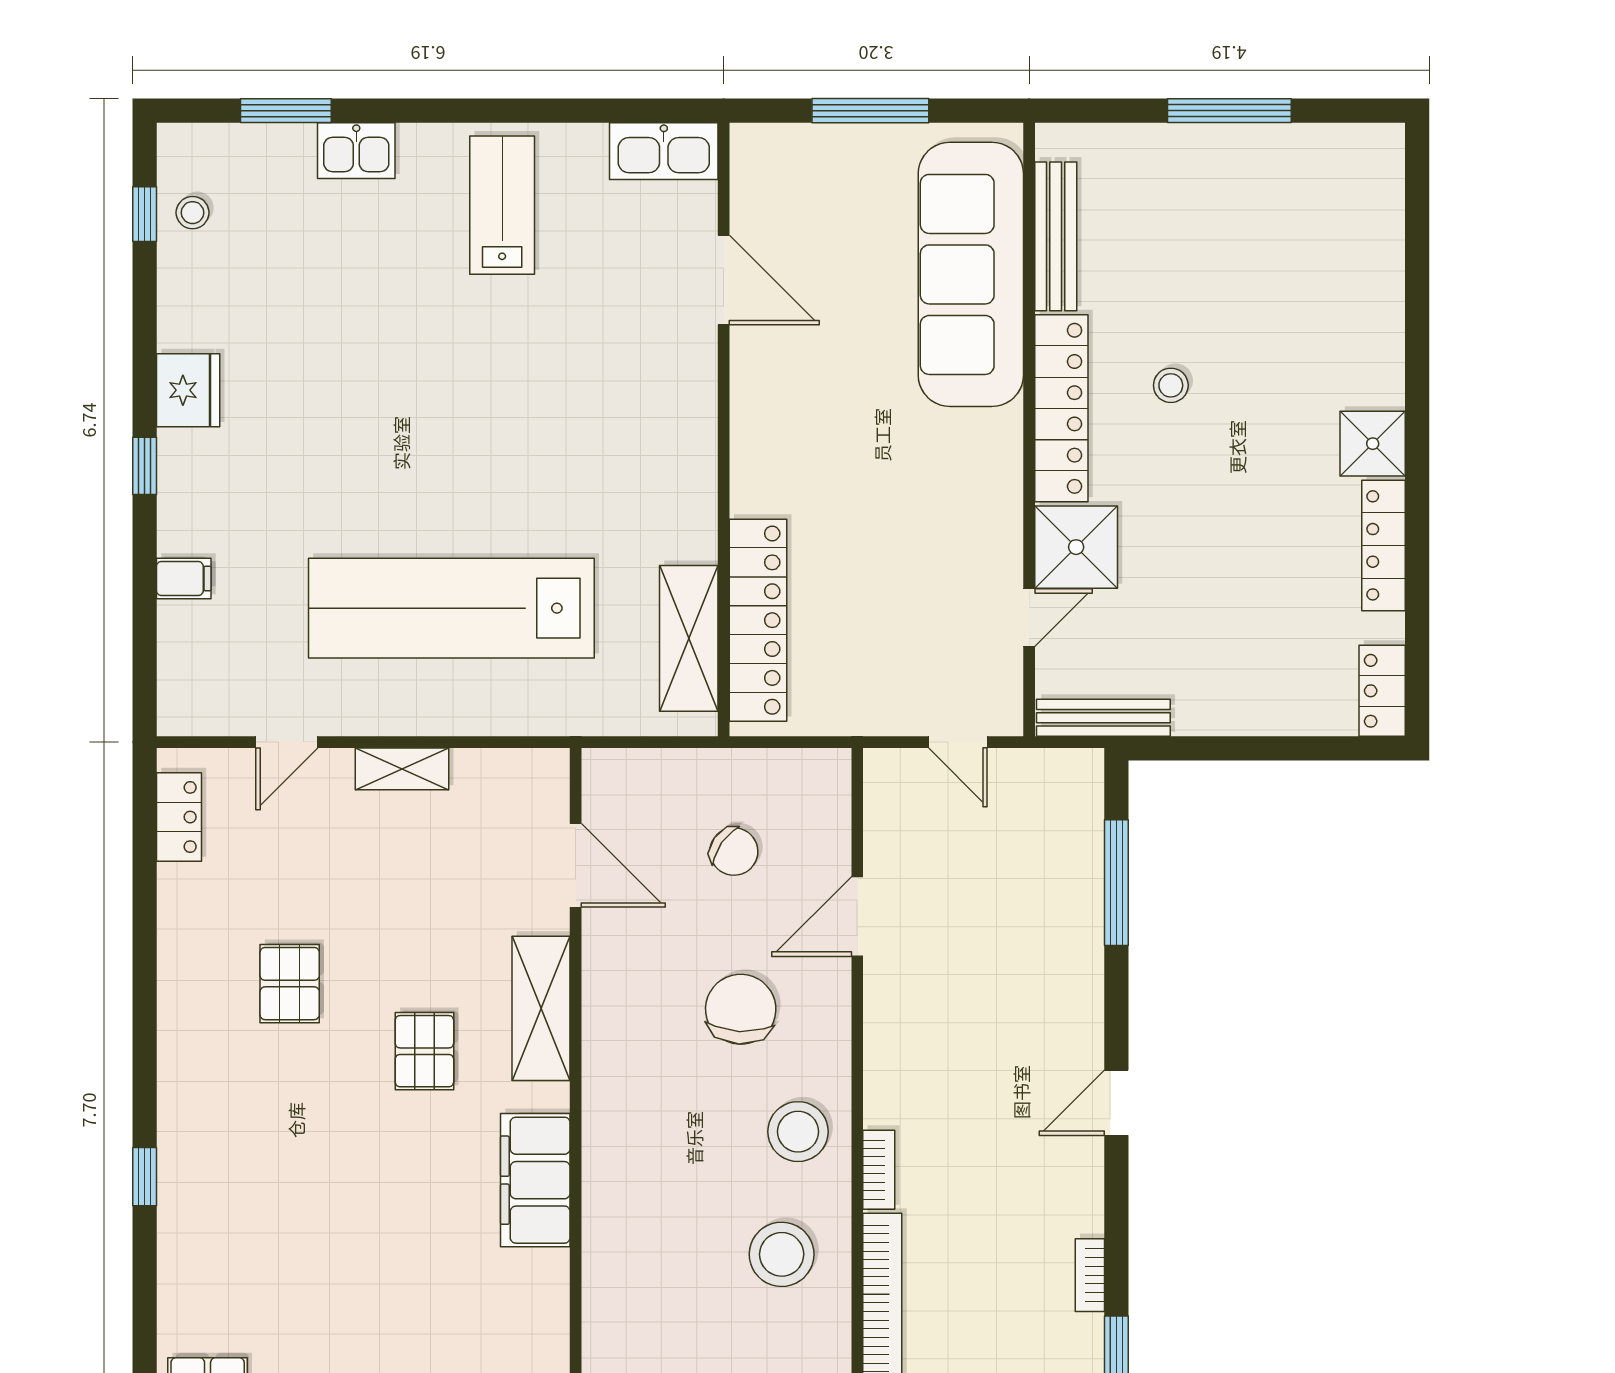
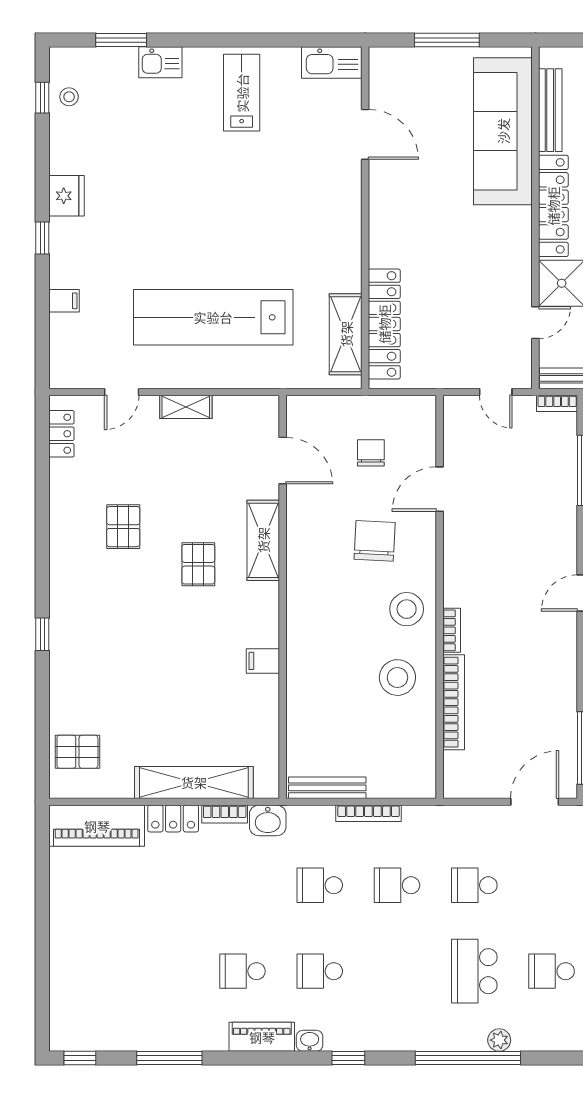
chair: (734, 851) -> (371, 453), turned -125
filing cabinet: (535, 1180) -> (263, 661), width x0.33, depth x0.86
bookcase: (1090, 1275) -> (557, 403), moved, turned -90

